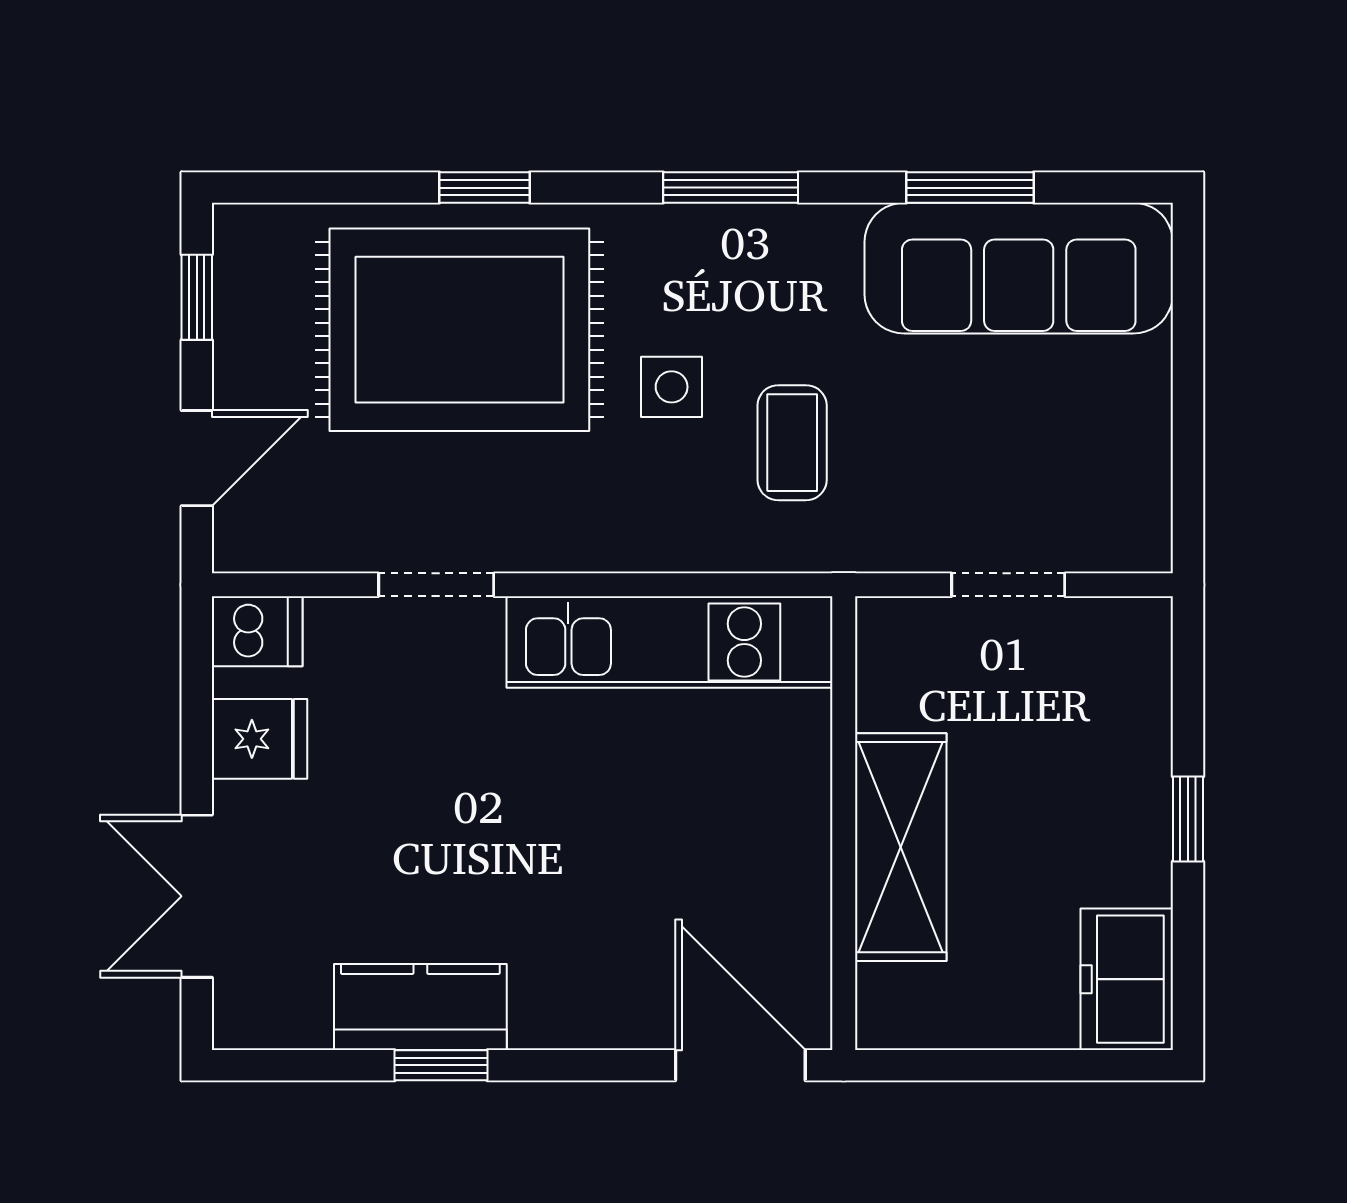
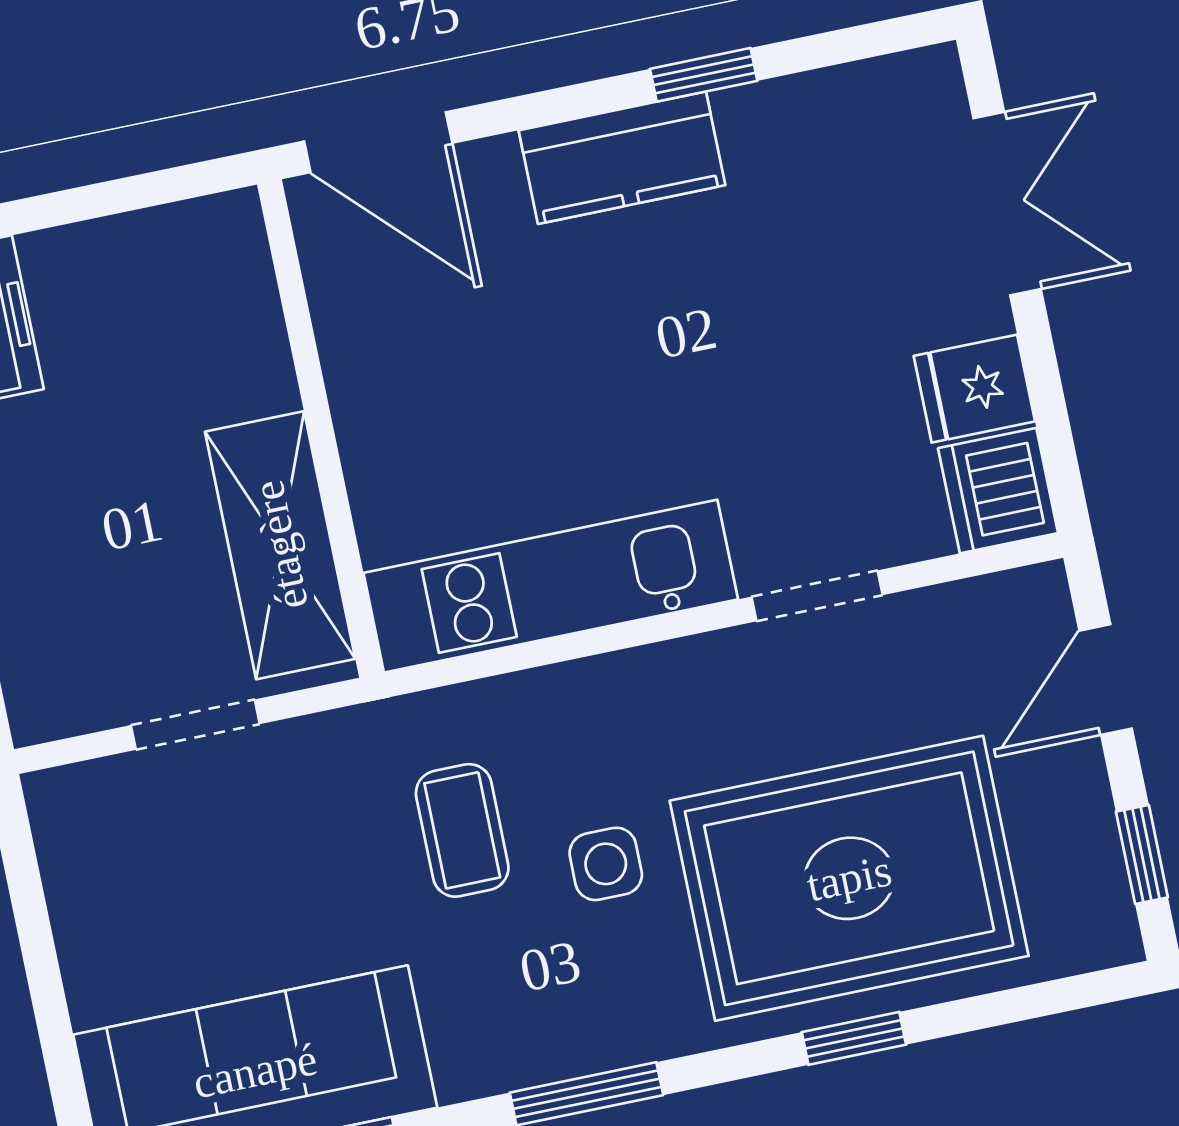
dishwasher: (257, 631) -> (998, 491), width x1.38
shelving: (901, 847) -> (280, 545), moved
kitchen counter: (420, 1007) -> (622, 158), moved

